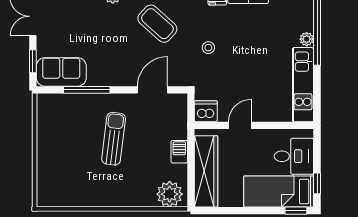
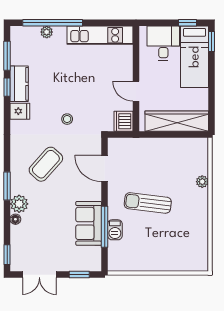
plant: (307, 39) -> (47, 32), moved
sofa: (61, 72) -> (89, 223), moved
barbecue: (179, 152) -> (115, 230), moved, turned -90
plant: (170, 194) -> (202, 182), moved, width x0.53, depth x0.53

